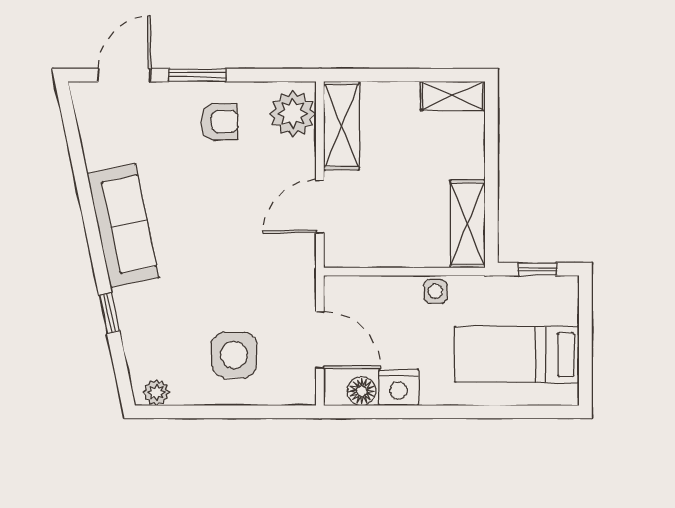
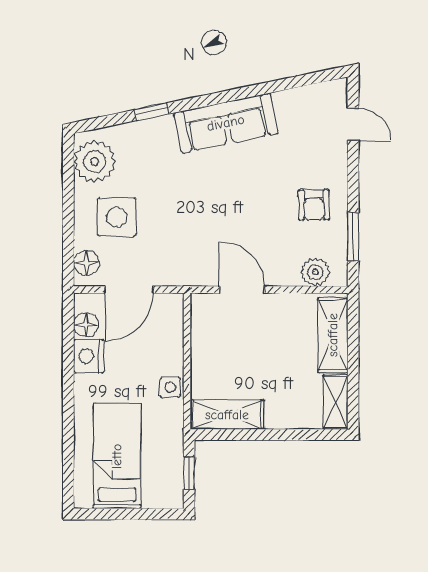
door: (124, 75) -> (353, 124), width x0.73
window: (197, 75) -> (353, 237), moved
plant: (293, 114) -> (315, 272), width x0.73, depth x0.73
shelving: (341, 126) -> (333, 335), moved, turned 90
floor lamp: (288, 391) -> (86, 263), added
plant: (157, 392) -> (95, 161), width x1.87, depth x1.87

